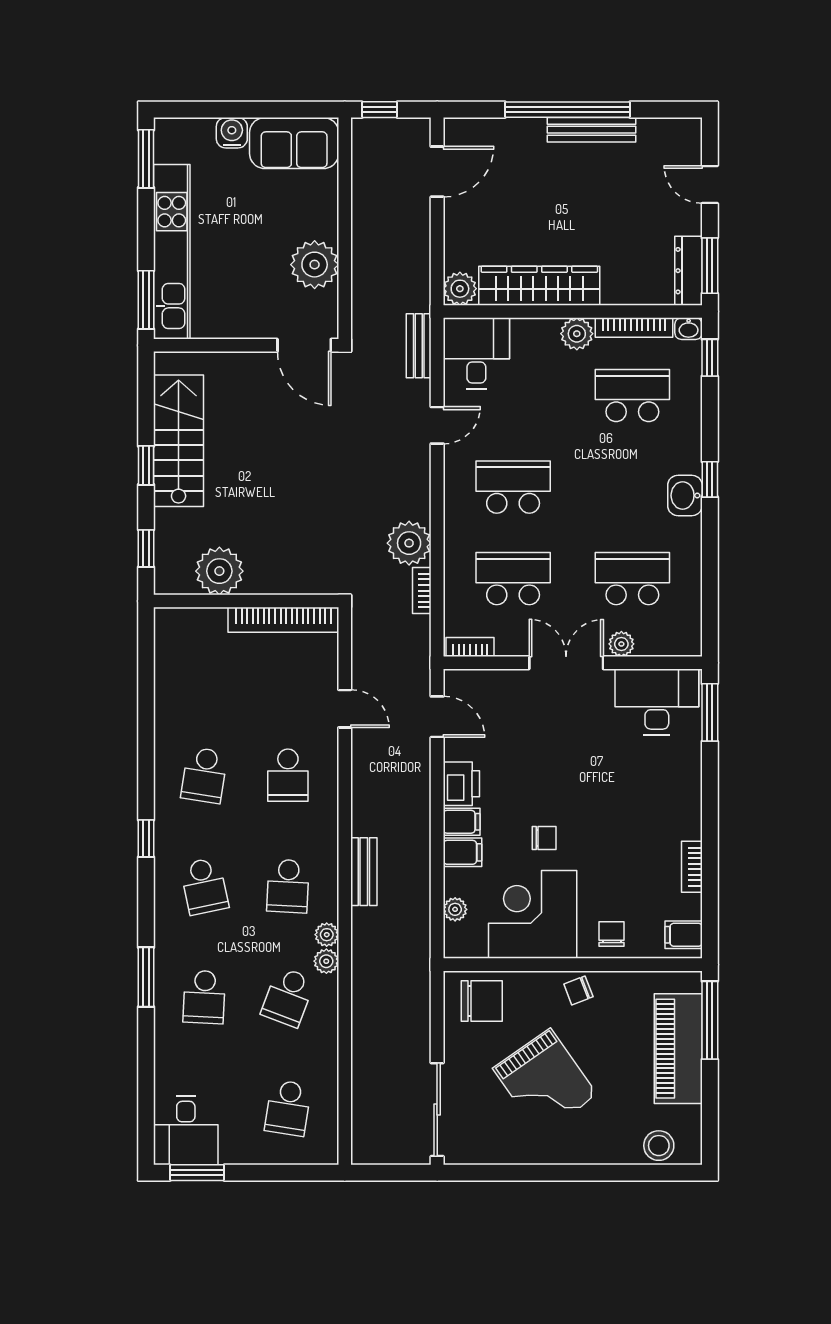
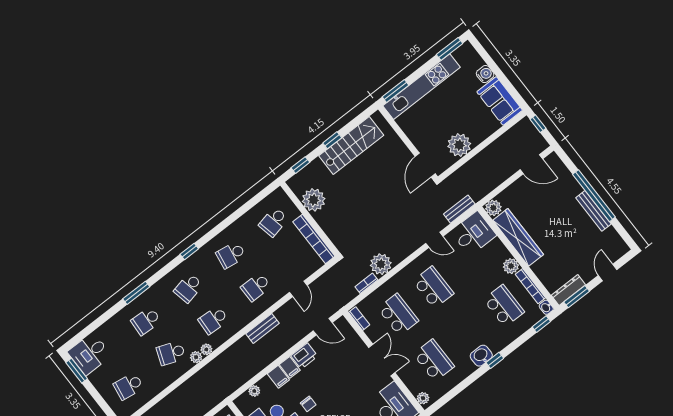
plant: (621, 644) -> (423, 398), moved
school desk: (204, 664) -> (273, 222), added
door: (437, 717) -> (323, 327), hinge flipped
bench: (364, 872) -> (262, 329), moved

